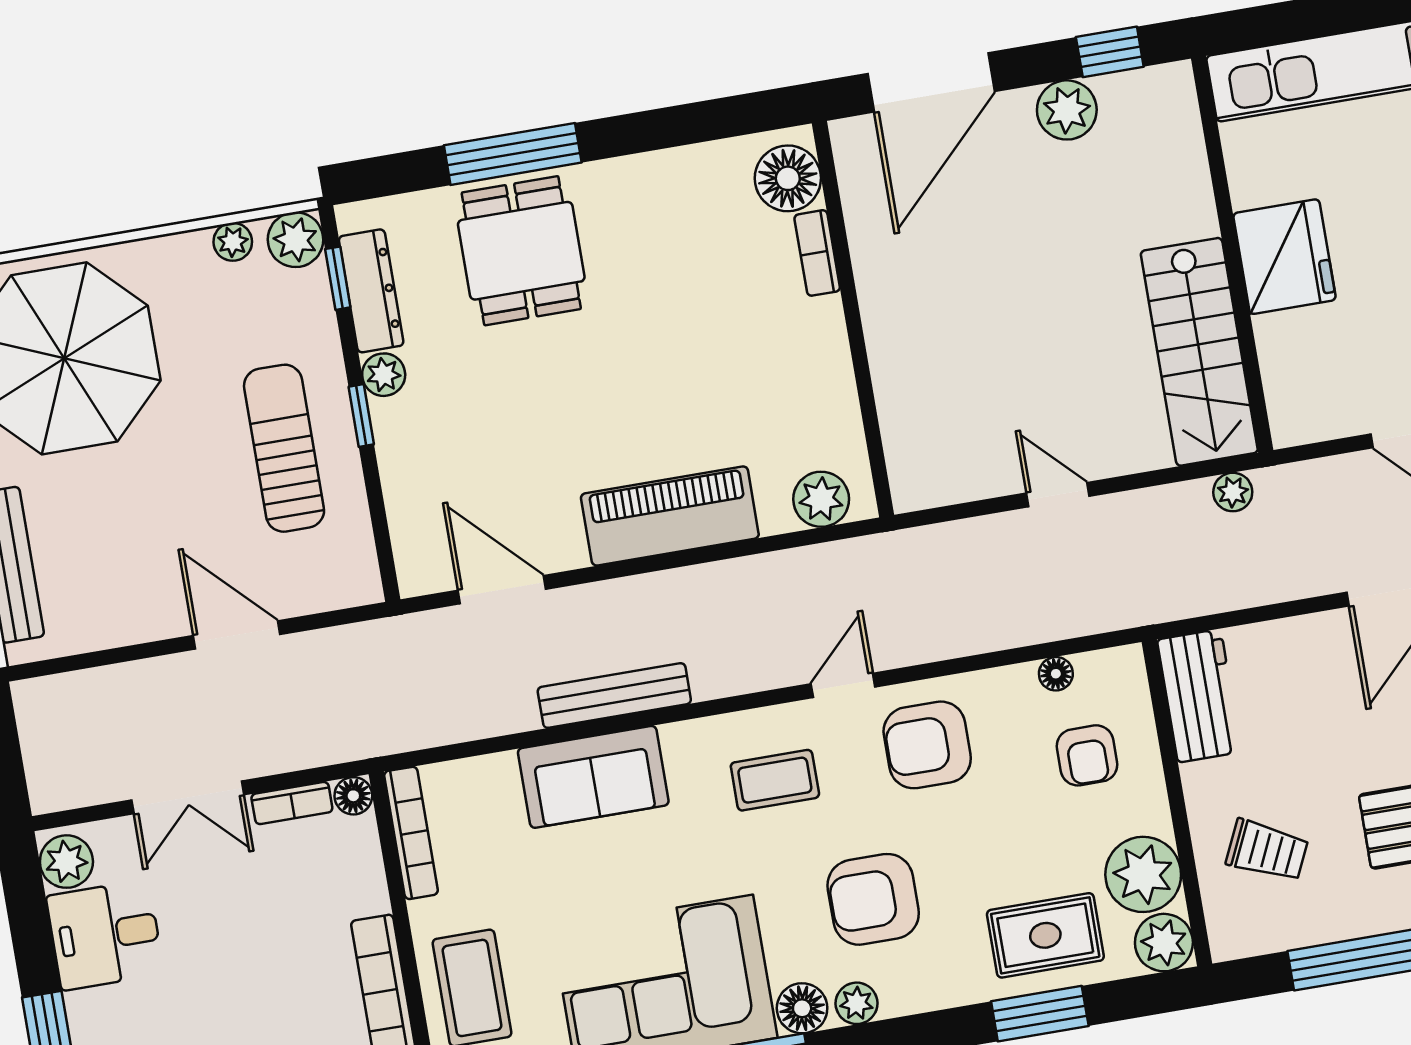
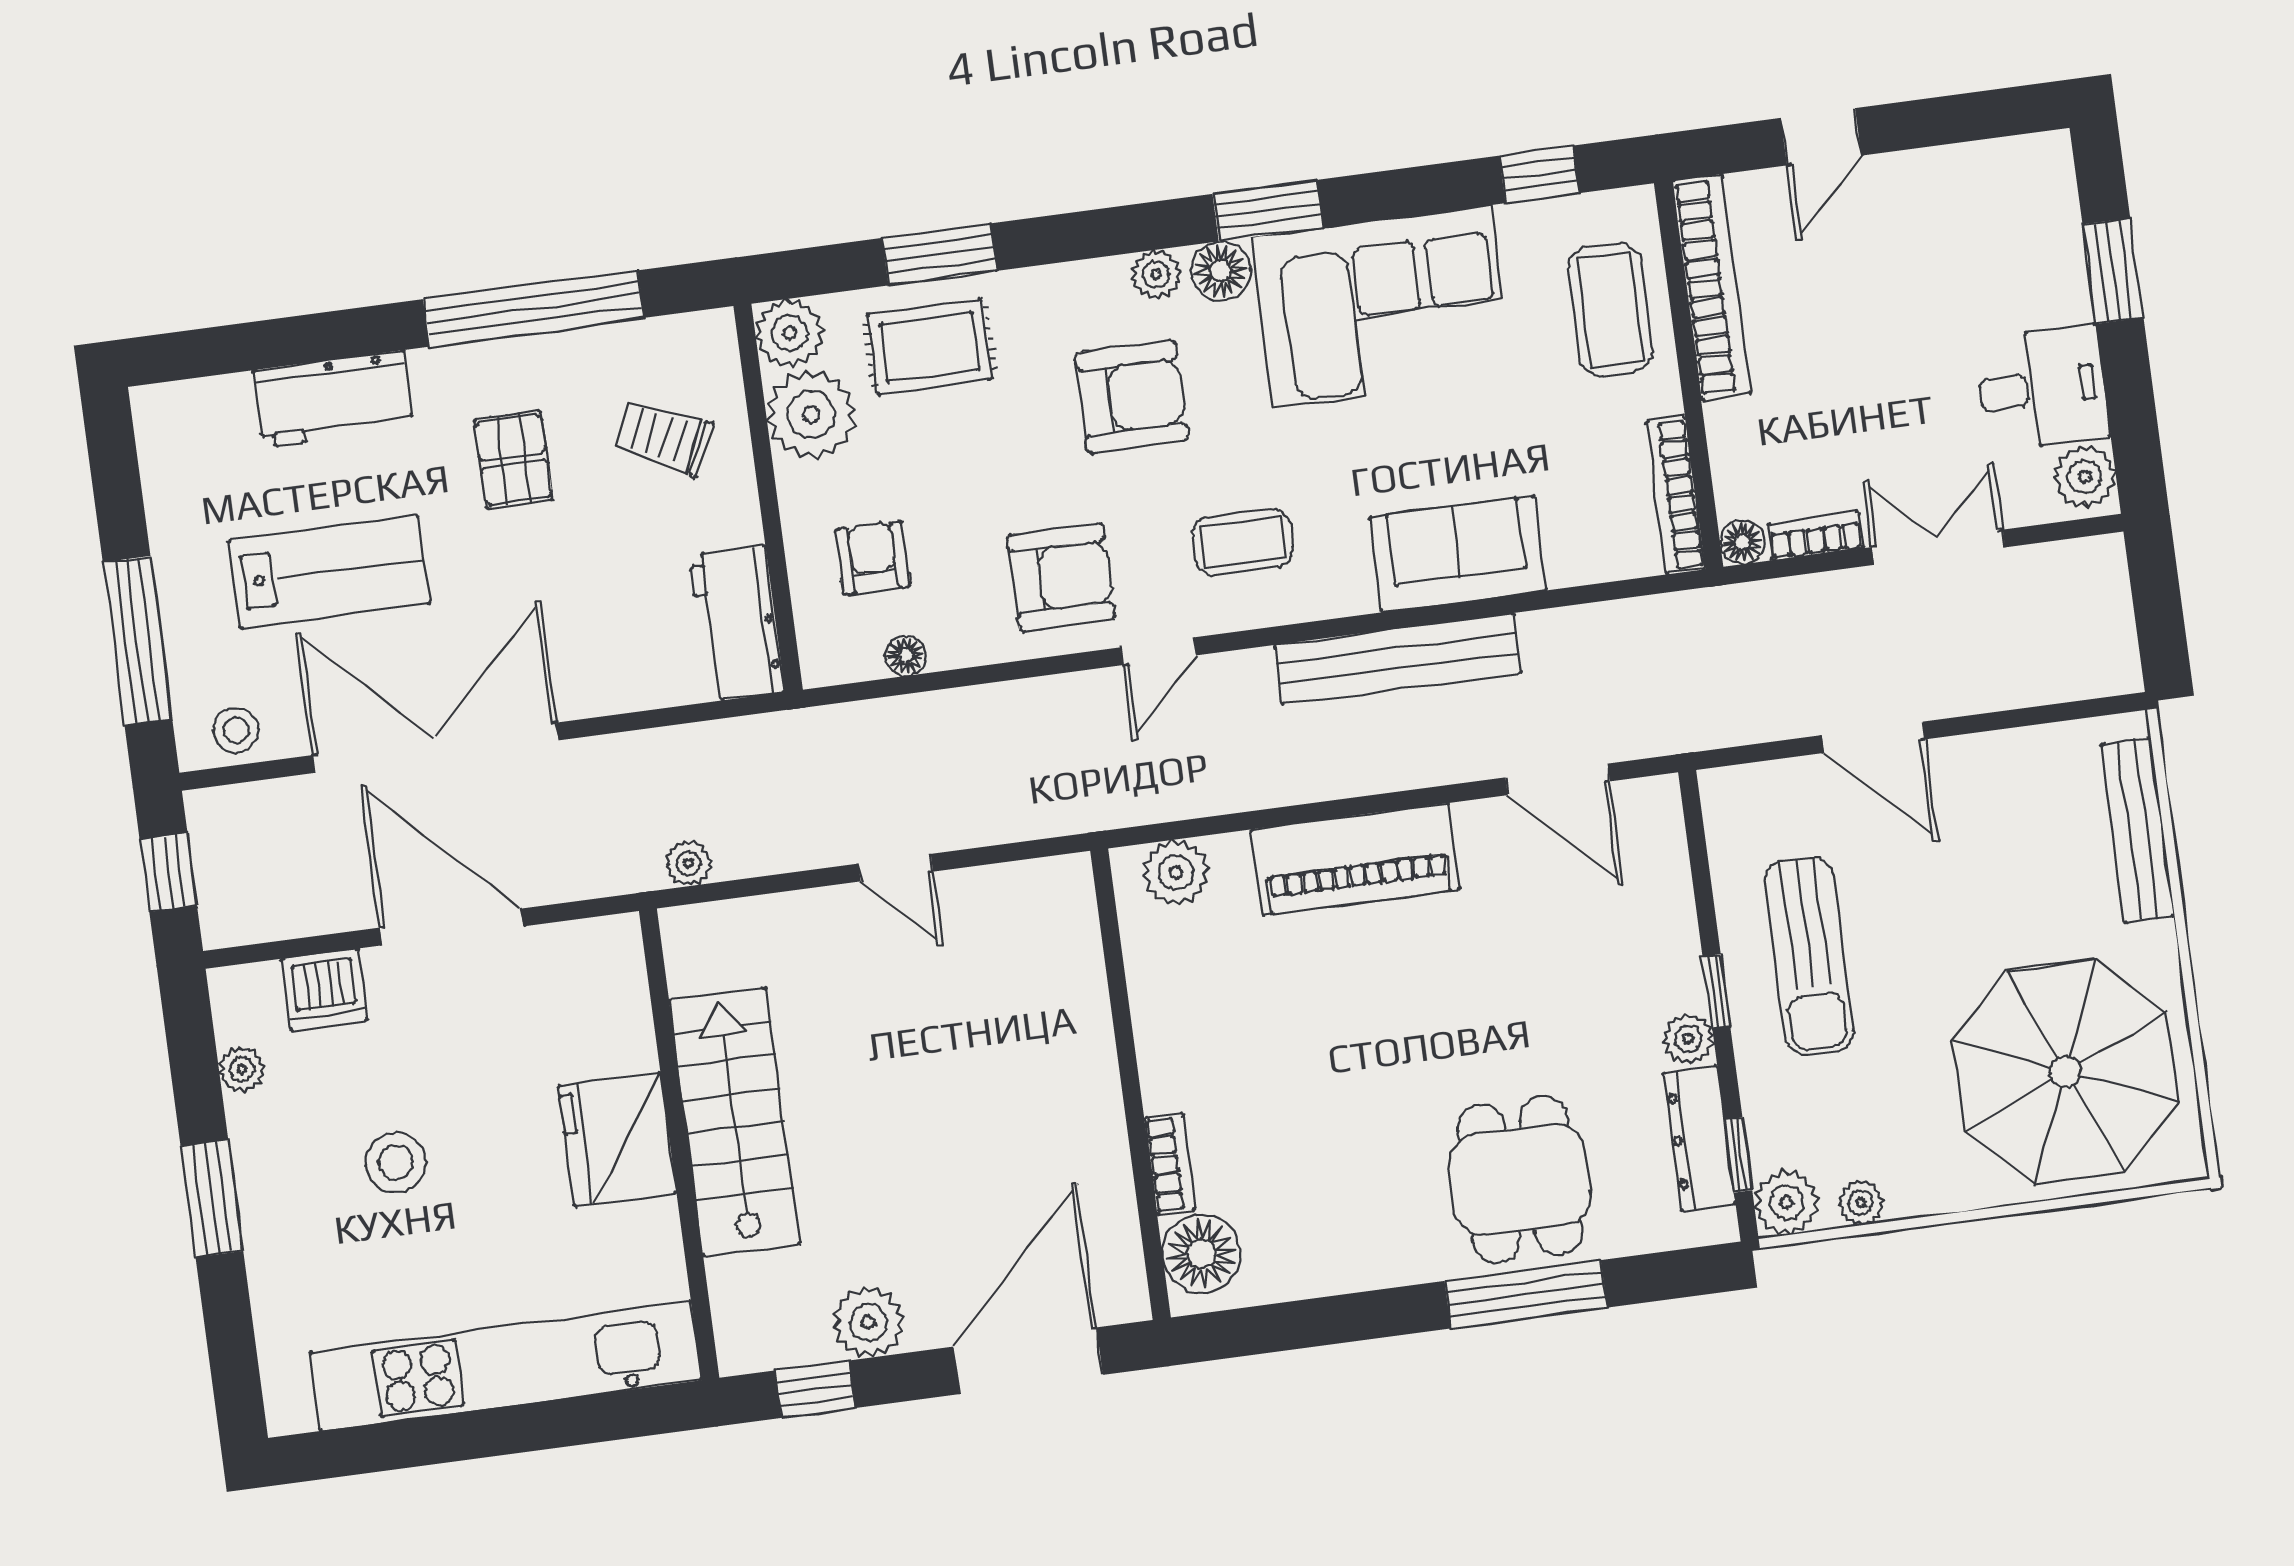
stairs: (1199, 352) -> (734, 1122), moved
bench: (614, 696) -> (1398, 659), width x1.37, depth x1.21

